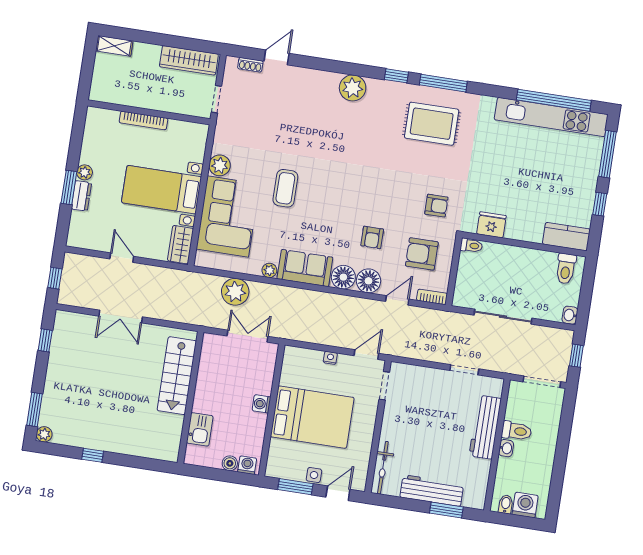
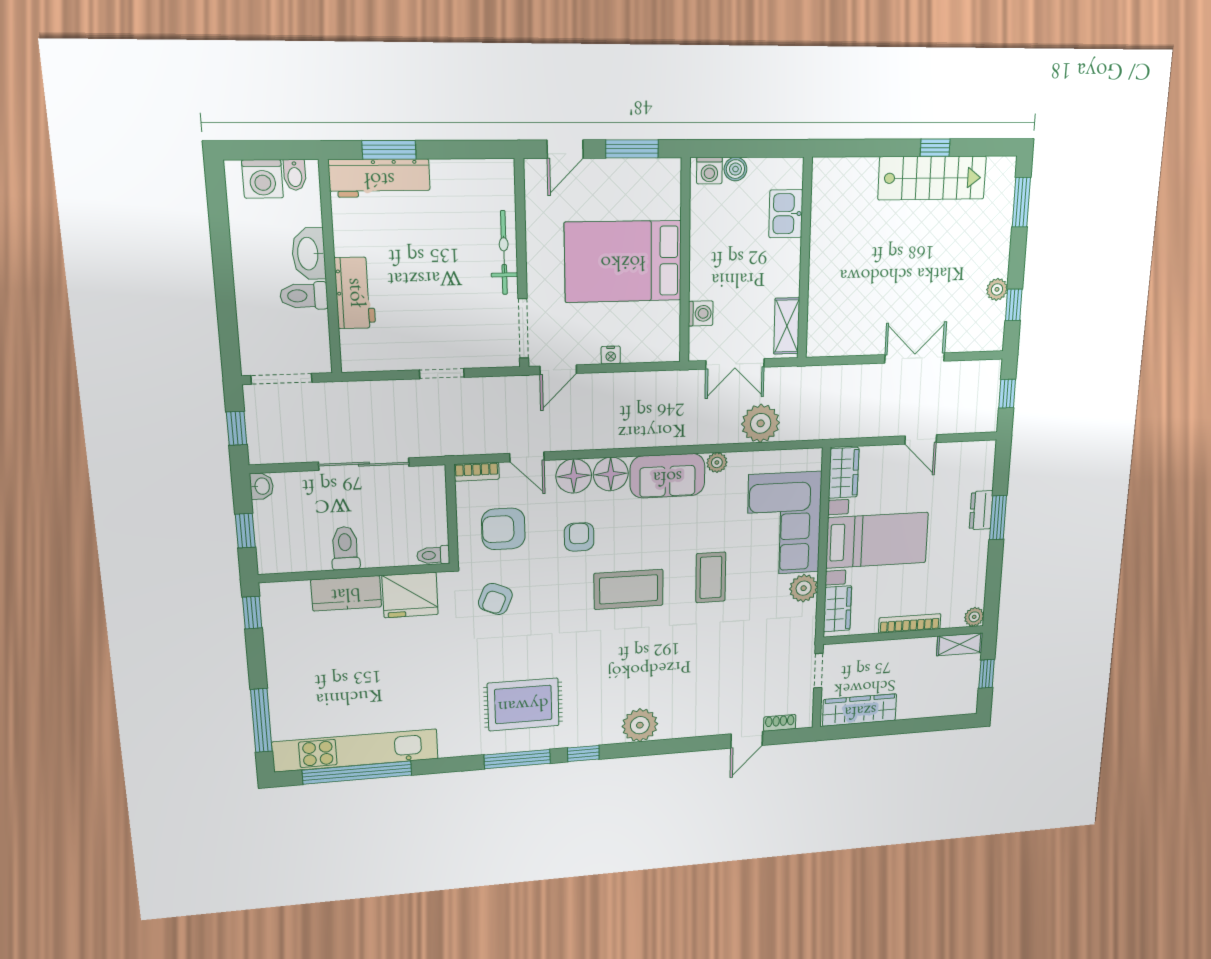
shelving: (114, 46) -> (960, 644), moved
window: (88, 66) -> (987, 674), added
wardrobe: (197, 144) -> (837, 609), added
plant: (85, 172) -> (974, 617), moved
coffee table: (344, 192) -> (629, 589), added
window: (600, 204) -> (252, 613), moved
armchair: (436, 206) -> (495, 599), turned -67
fridge: (491, 225) -> (410, 595), width x1.36, depth x1.34
kitchen counter: (566, 237) -> (346, 593), moved
armchair: (422, 254) -> (503, 529), turned 180
toilet: (566, 269) -> (345, 548), moved
window: (587, 288) -> (245, 531), added
door: (397, 300) -> (527, 457), hinge flipped
shelving: (208, 355) -> (787, 326), added
doorway: (464, 370) -> (442, 374), moved
stairs: (177, 376) -> (932, 178), moved, turned 90
doorway: (384, 386) -> (523, 328), width x1.38
washing machine: (261, 404) -> (701, 313), moved
workbench: (485, 427) -> (355, 293), width x0.73
plant: (44, 434) -> (997, 289), moved
washbasin: (506, 448) -> (309, 254), width x1.91, depth x1.45
bicycle: (383, 468) -> (504, 253), moved
side table: (314, 475) -> (607, 172), removed
workbench: (432, 491) -> (379, 178), moved

